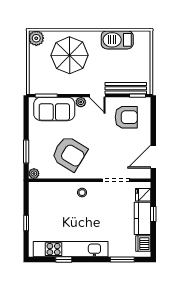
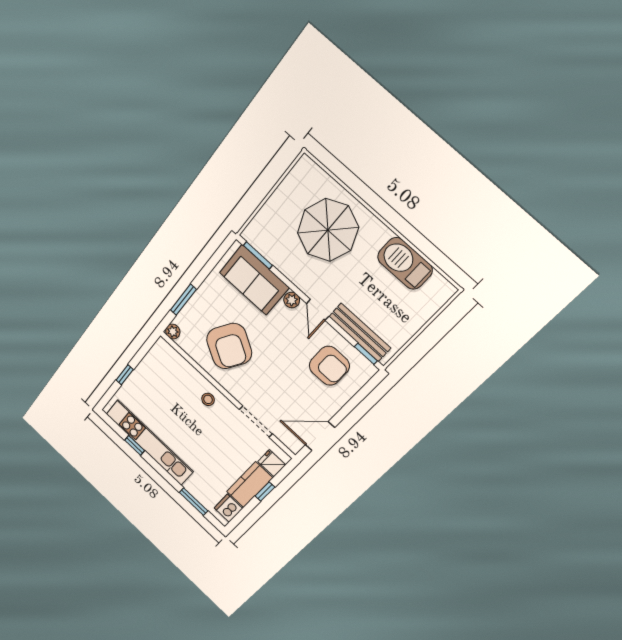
plant: (36, 38) -> (305, 171), removed

